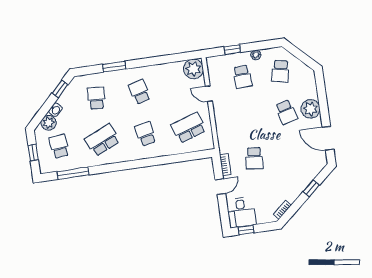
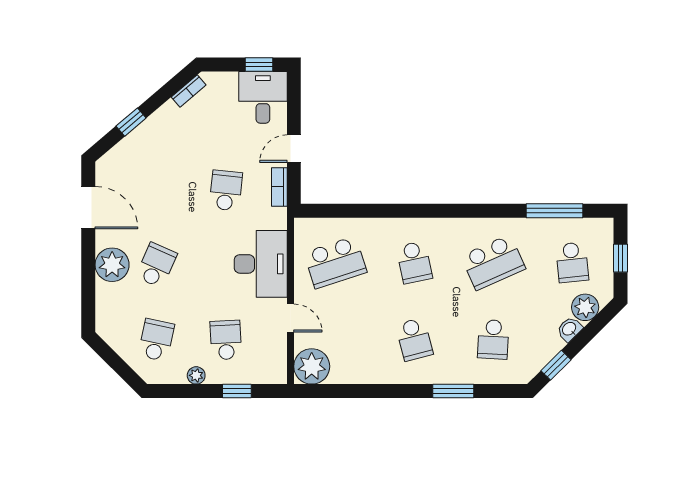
school desk: (286, 112) -> (156, 265), turned 39
desk: (229, 121) -> (261, 264), added

